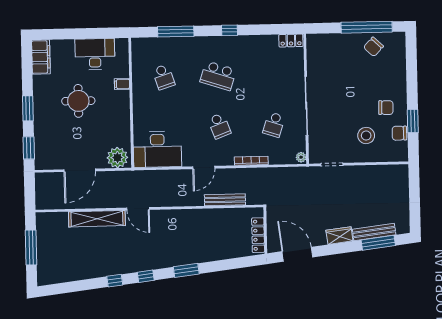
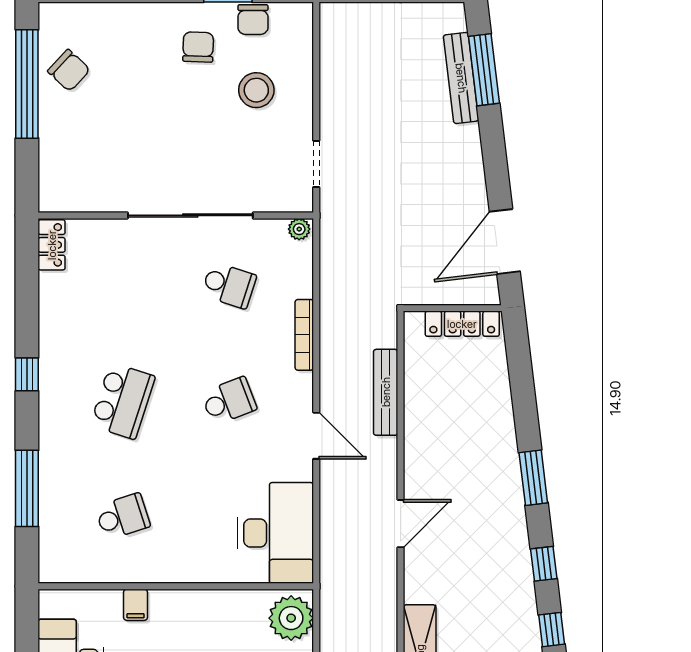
door: (138, 209) -> (401, 524), moved
wardrobe: (339, 236) -> (467, 152), removed

